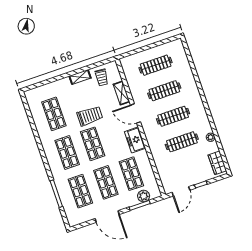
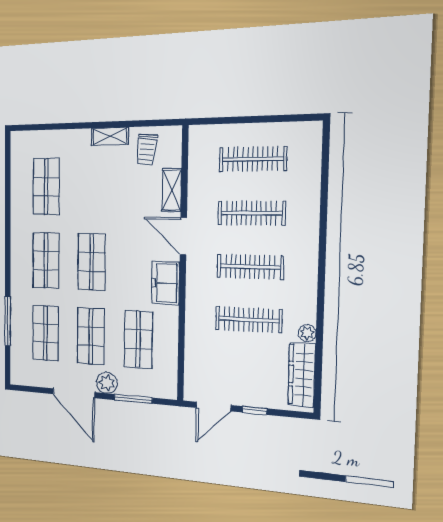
trolley: (90, 116) -> (103, 212), removed
wardrobe: (217, 163) -> (302, 375), width x1.50
plant: (144, 196) -> (107, 383), moved

